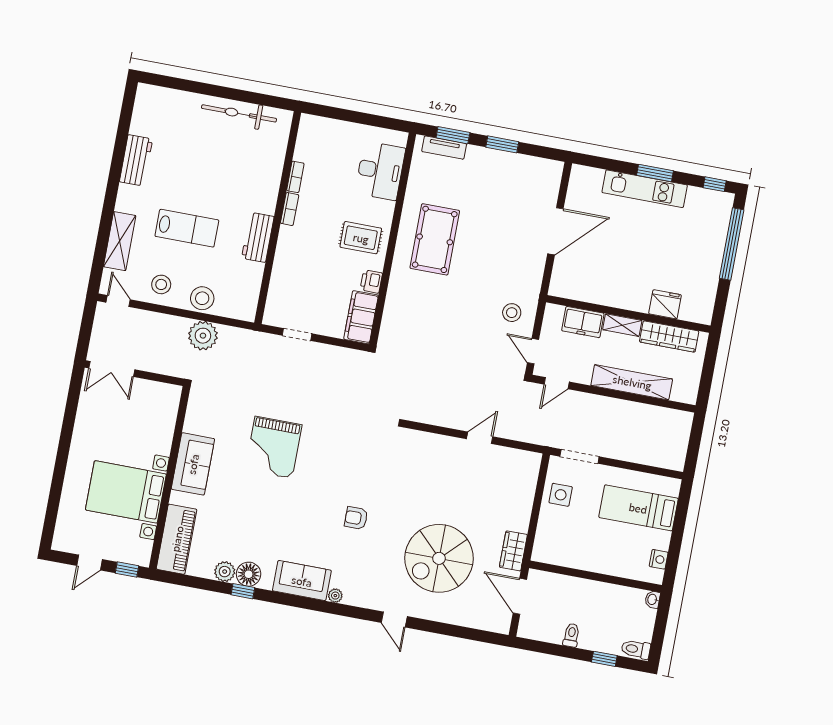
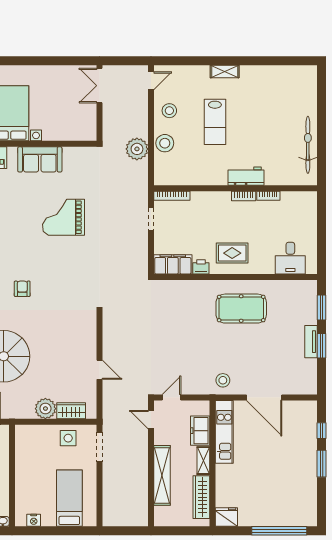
tv unit: (444, 148) -> (311, 342), moved
workbench: (136, 160) -> (258, 75), removed
desk: (380, 171) -> (290, 258), width x0.73
window: (715, 184) -> (321, 431), moved
kitchen unit: (645, 189) -> (224, 432), moved, turned 180
workbench: (258, 237) -> (246, 176), moved
rug: (361, 238) -> (232, 253), turned 90
shelving: (120, 241) -> (225, 71), moved, width x0.67, depth x0.75
bookcase: (272, 302) -> (172, 196), added
fridge: (665, 304) -> (226, 517), moved, turned -90
stool: (512, 313) -> (223, 380), moved
plant: (517, 517) -> (45, 409), added
wardrobe: (513, 551) -> (71, 411), moved

